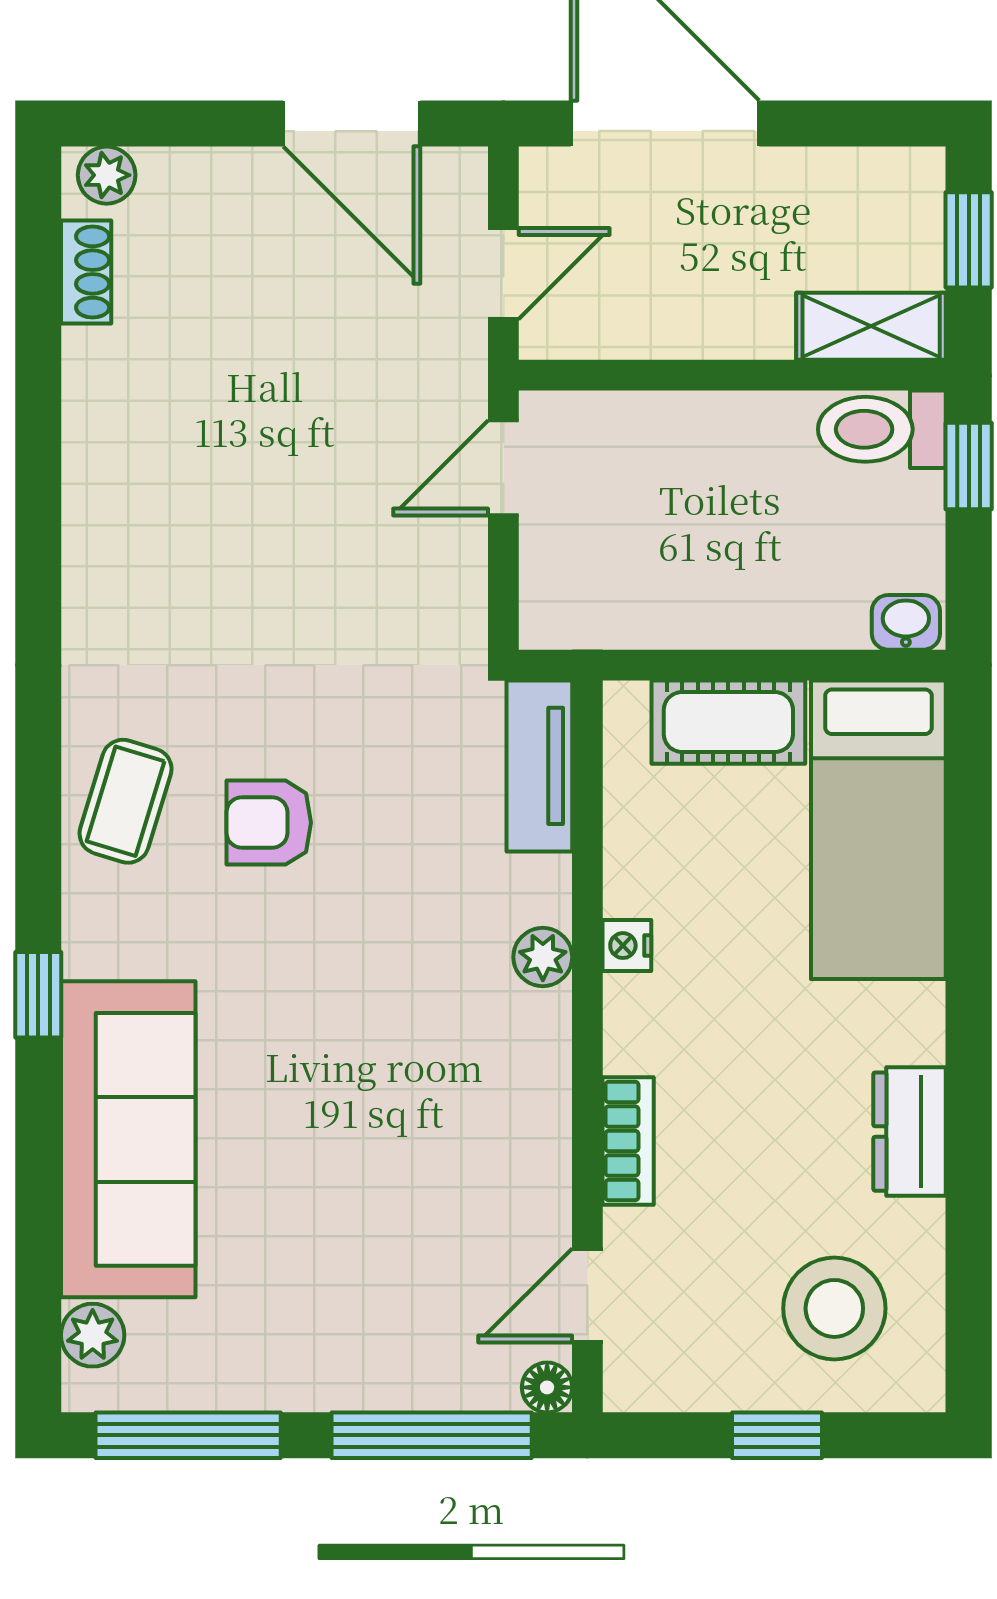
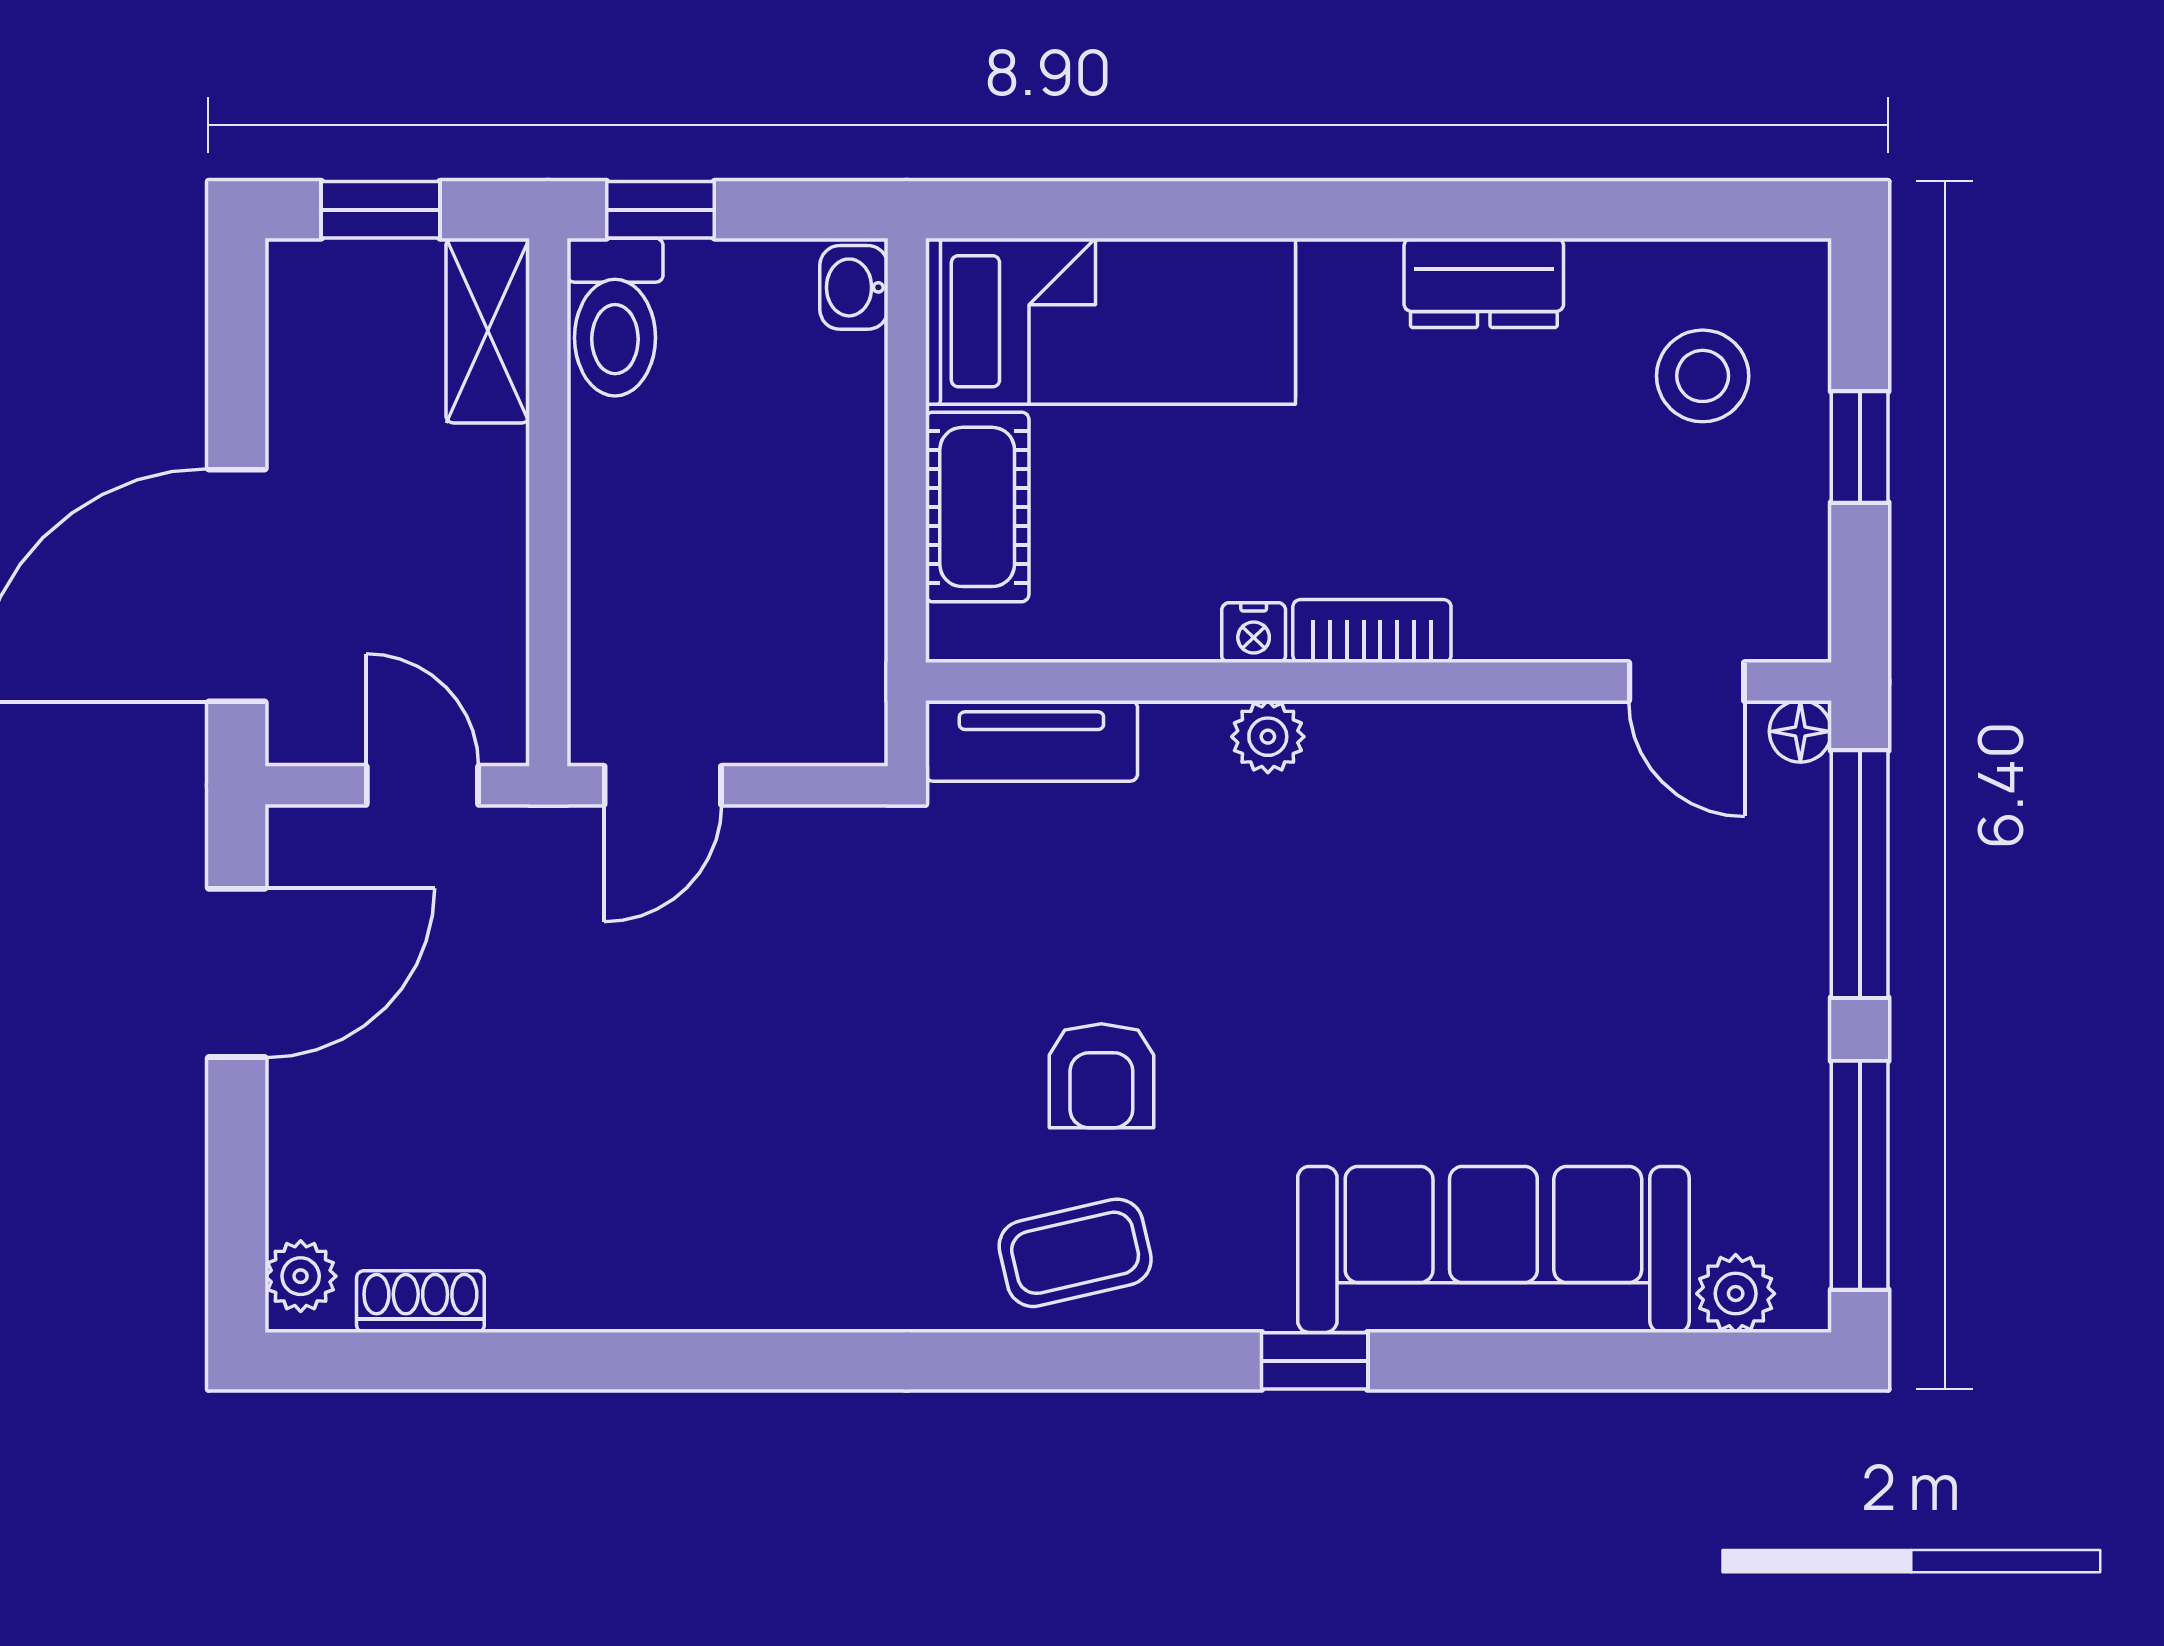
door: (503, 468) -> (663, 785), hinge flipped
coffee table: (126, 801) -> (1075, 1253), turned -30
bookcase: (628, 1141) -> (1372, 631), moved
stool: (834, 1308) -> (1703, 376), width x0.73, depth x0.73

